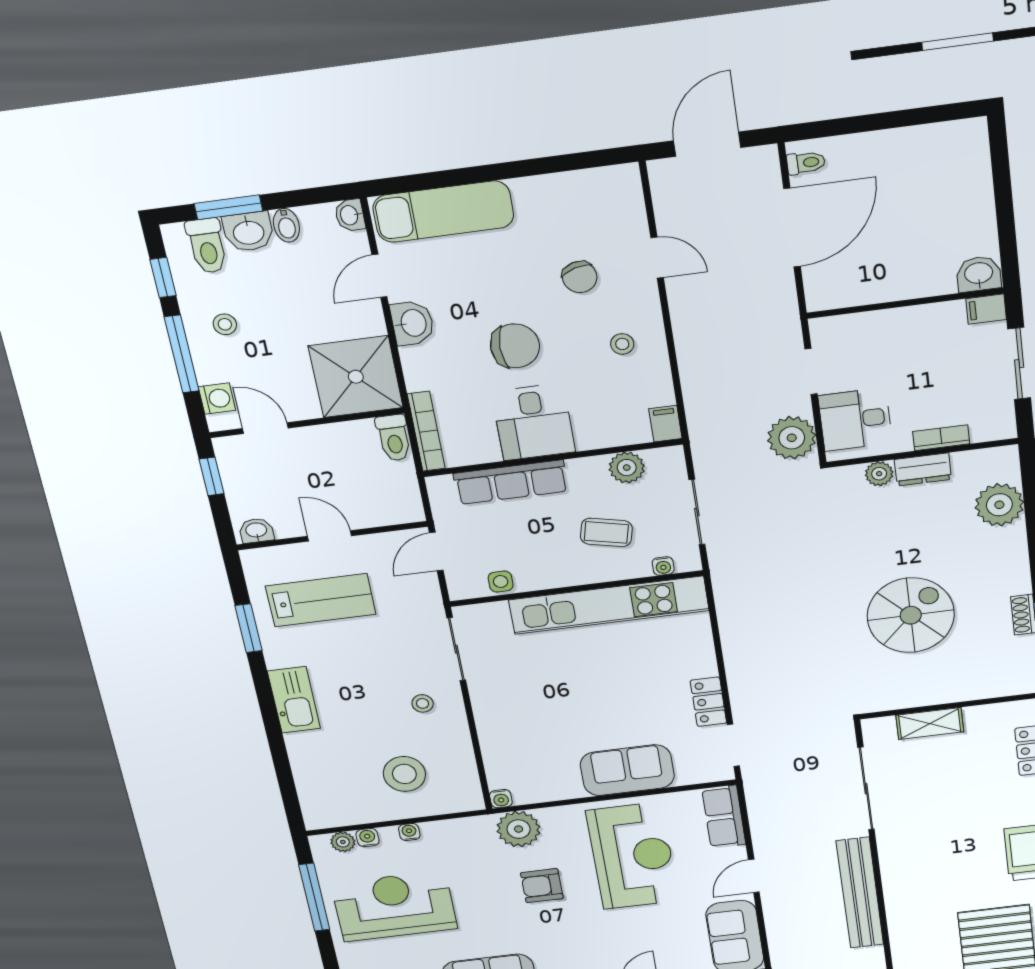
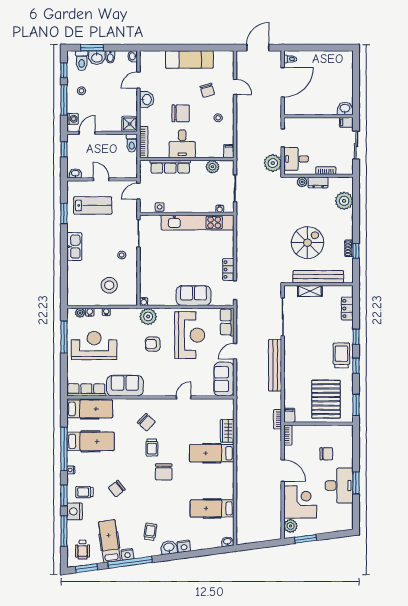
exam couch: (443, 212) -> (189, 59), moved
shower: (356, 377) -> (130, 124), width x0.54, depth x0.54
door: (265, 428) -> (87, 133), hinge flipped
coffee table: (606, 532) -> (201, 192), removed
bench: (948, 689) -> (318, 277), added

